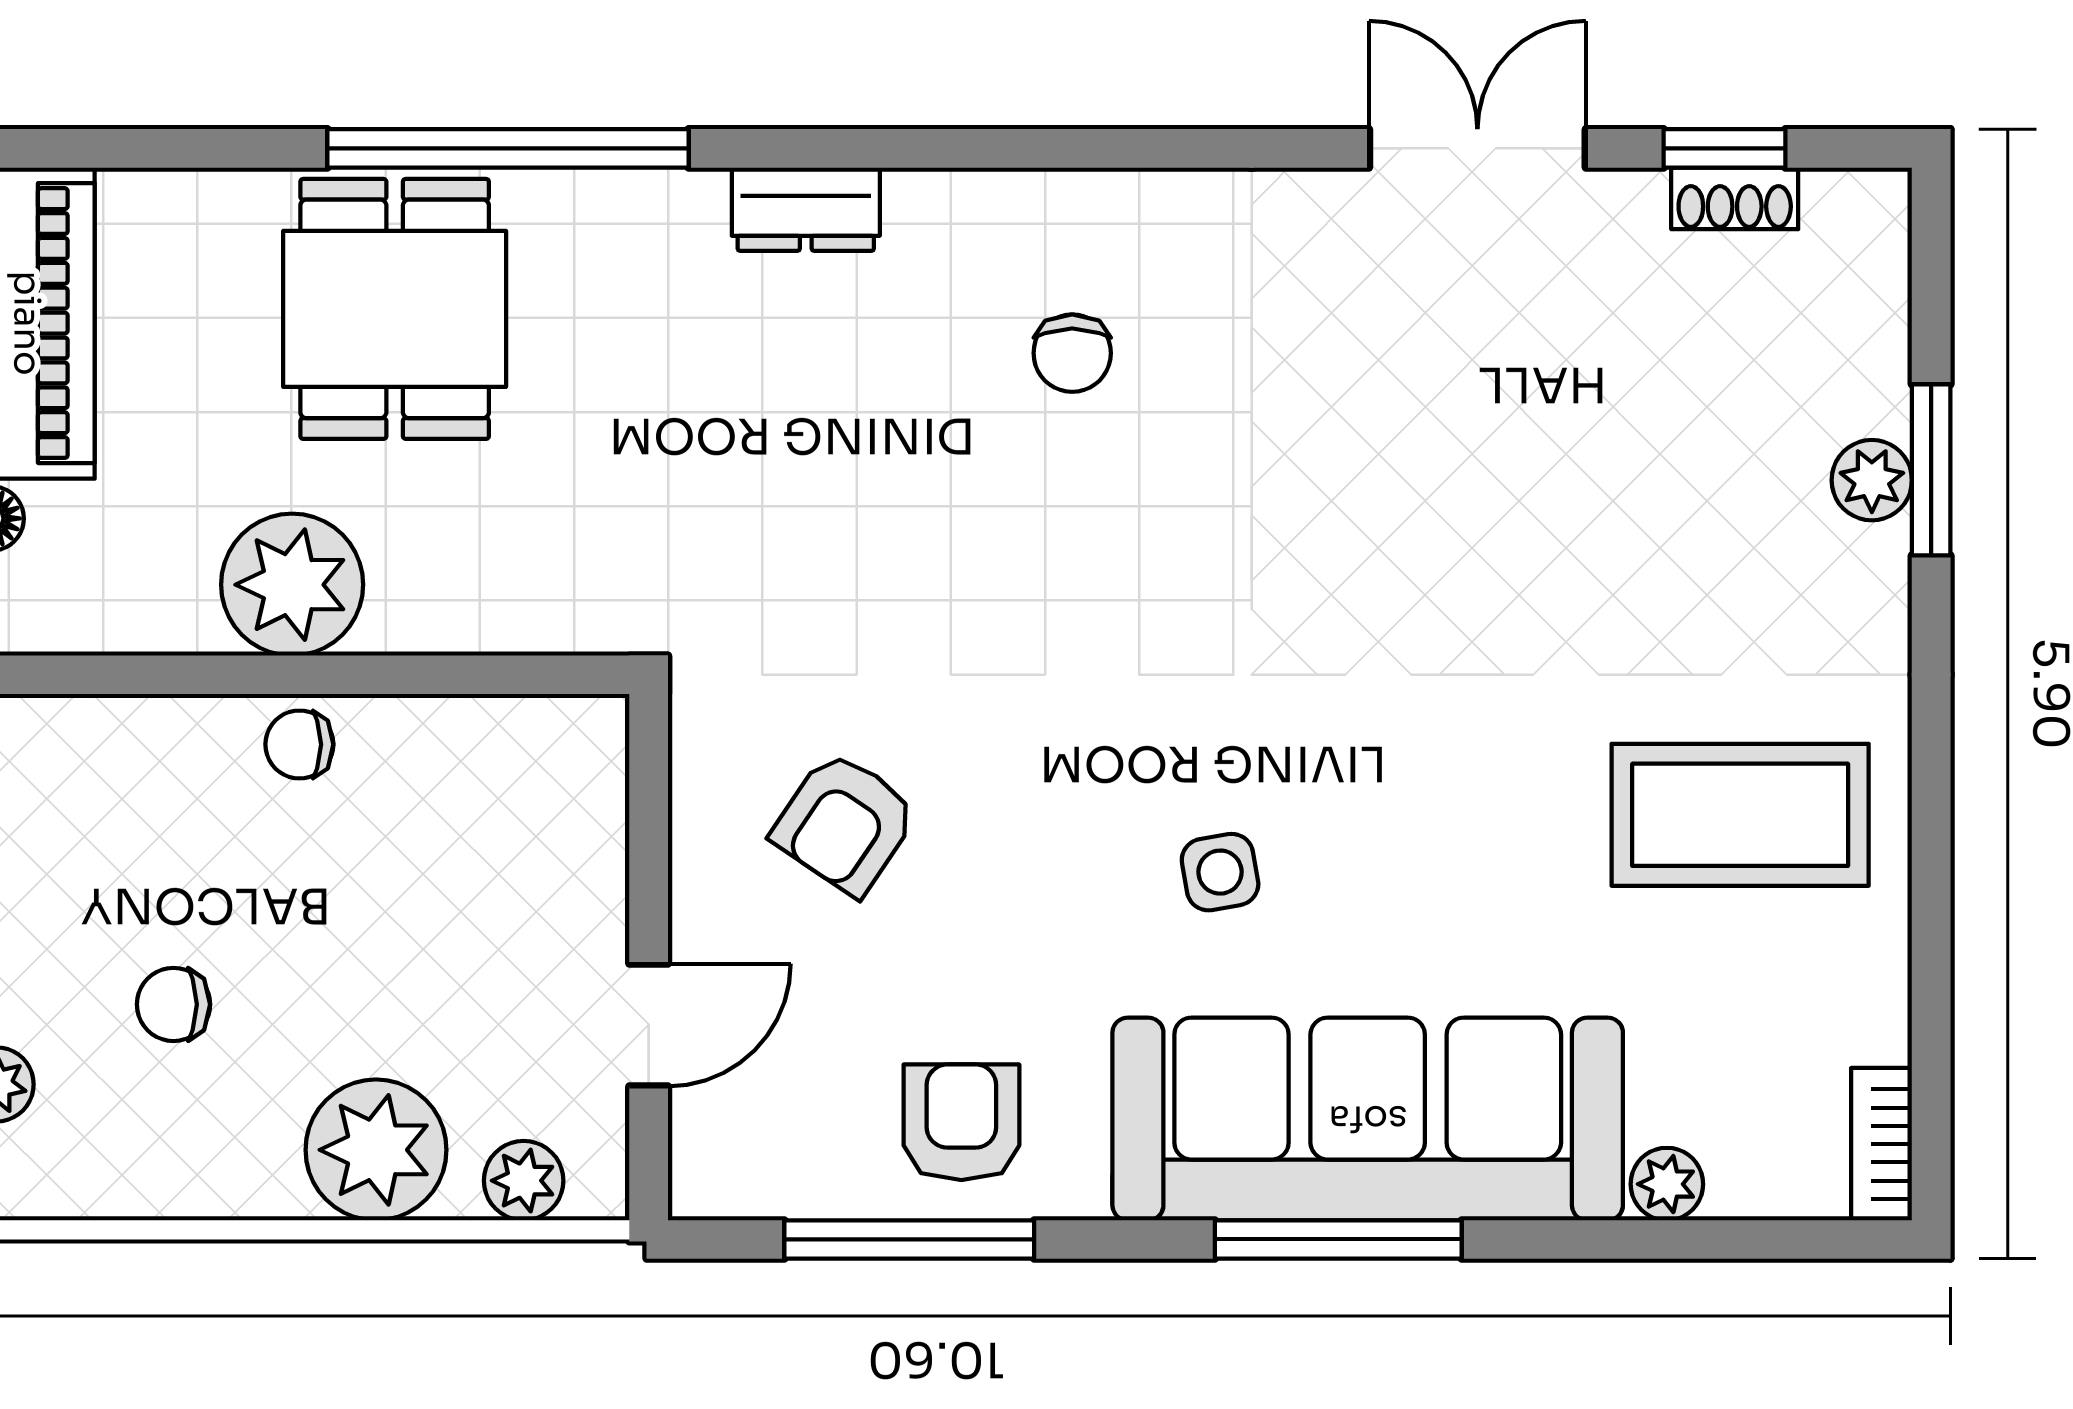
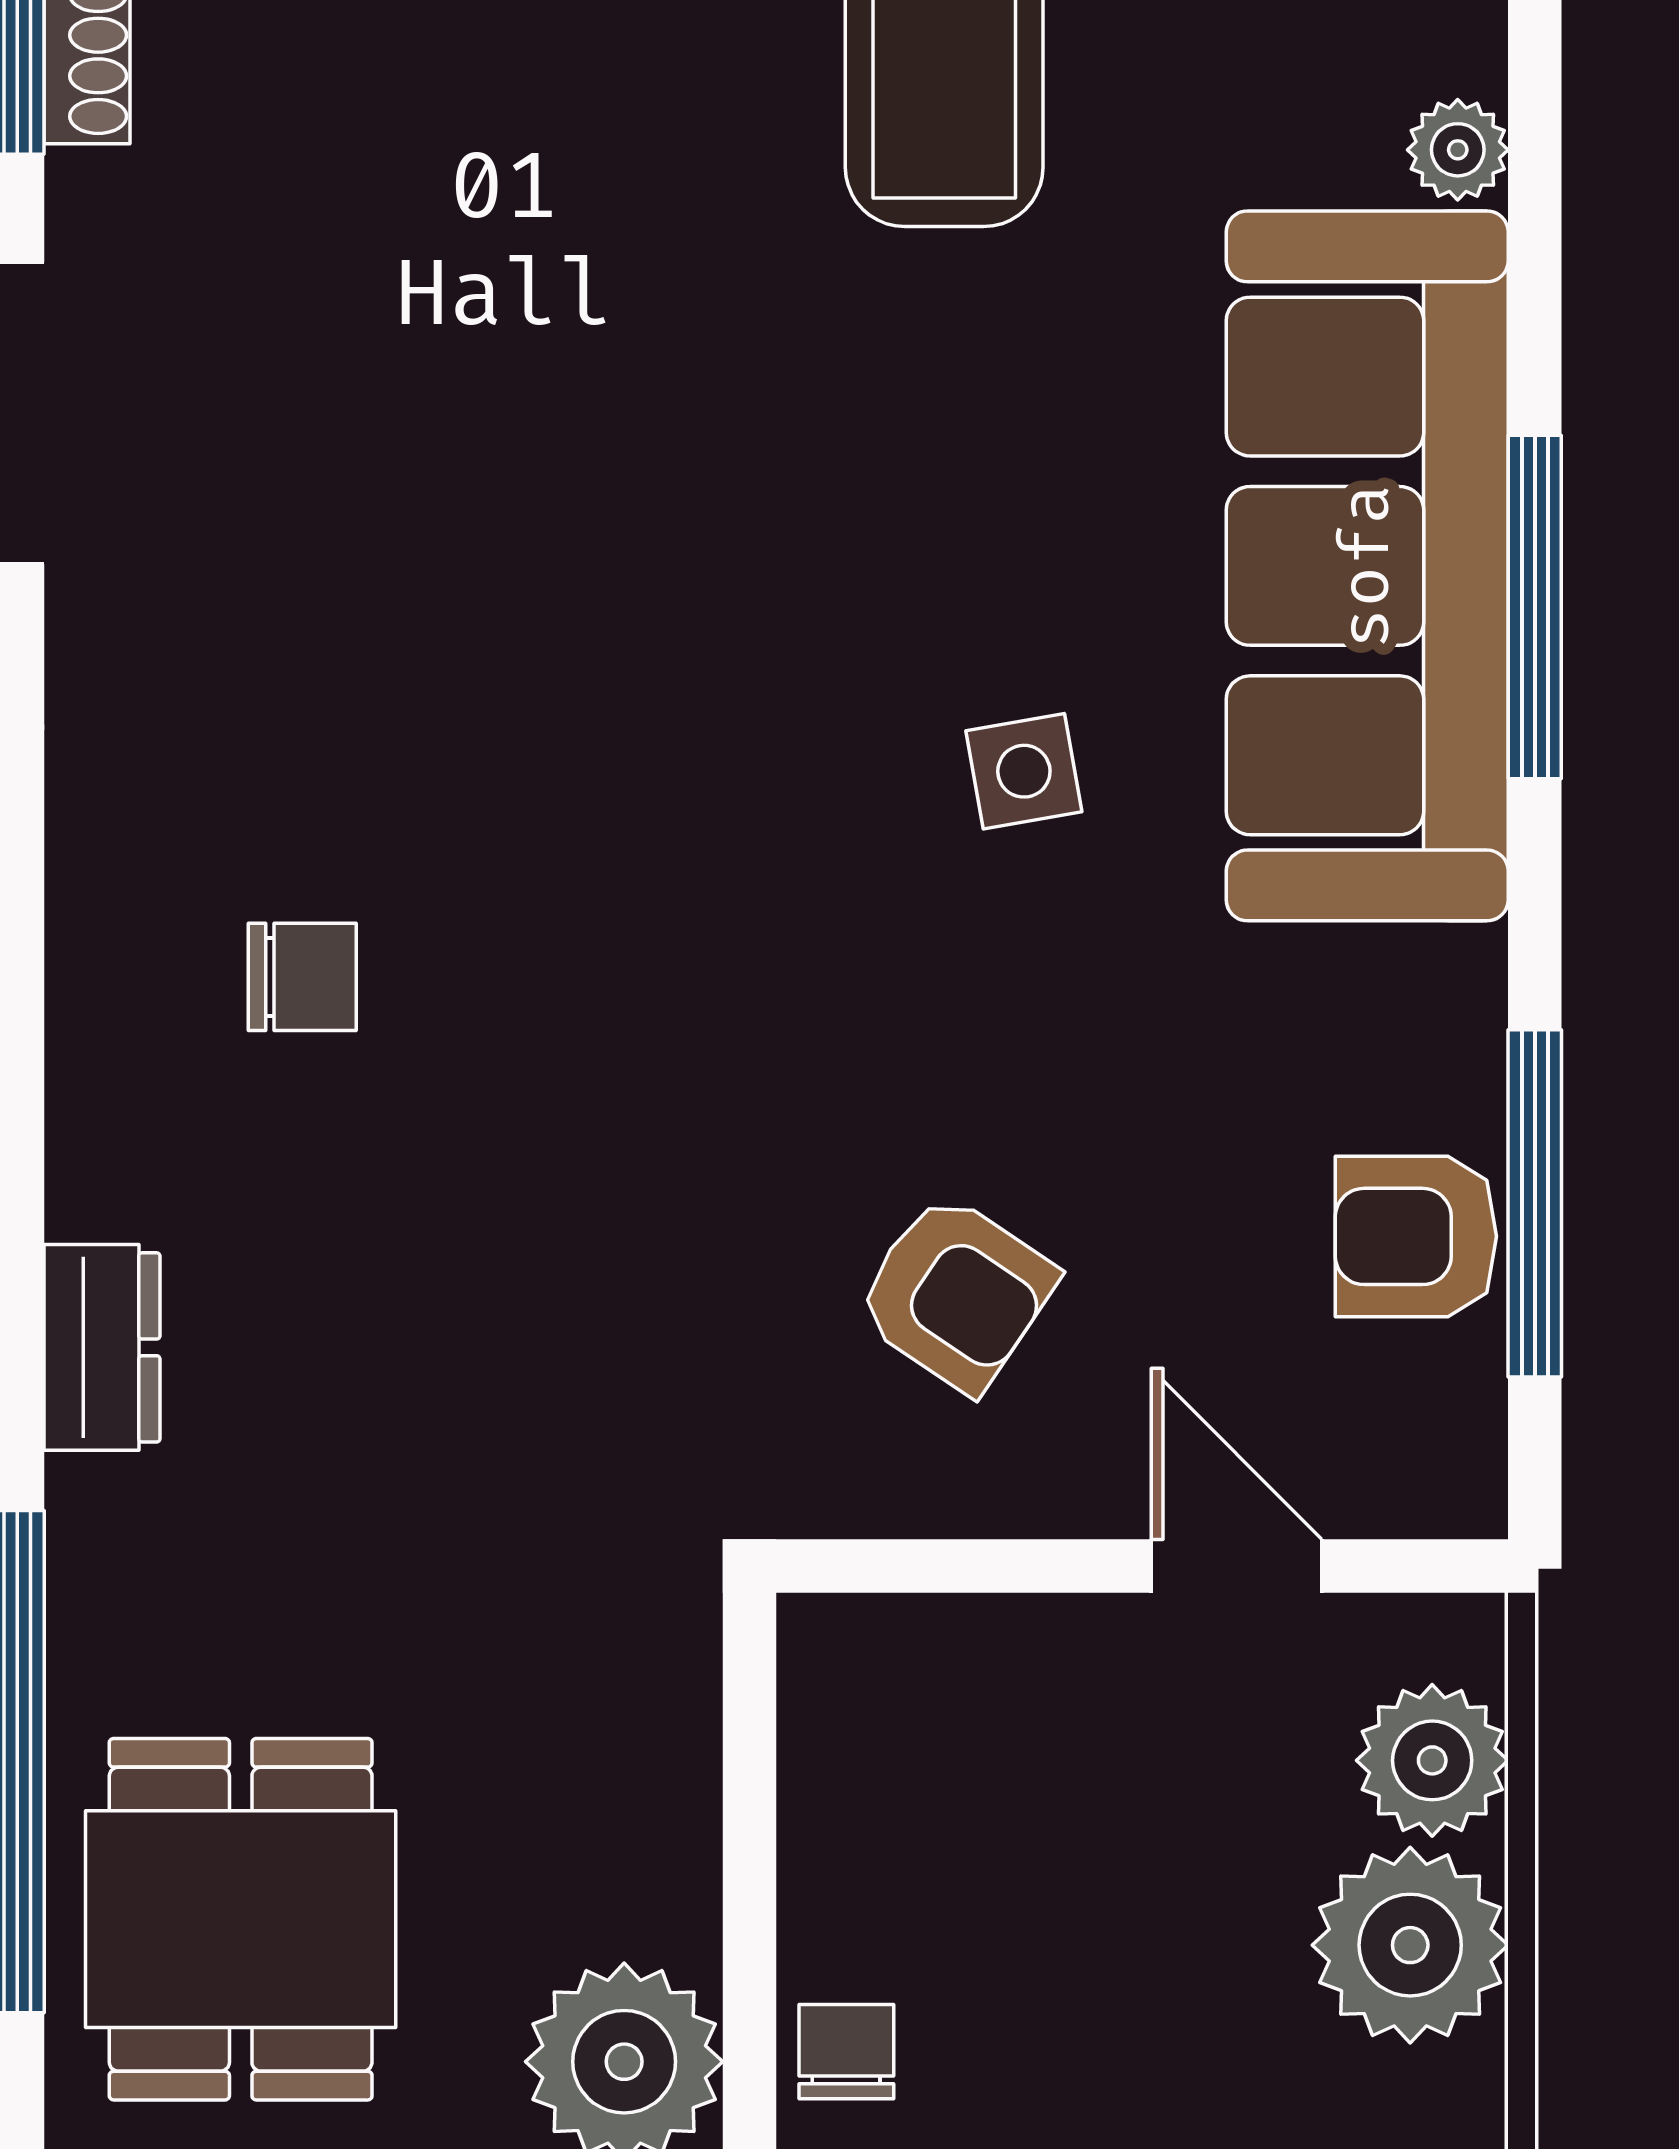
dining table: (395, 309) -> (241, 1919), turned 90
chair: (299, 744) -> (846, 2052), turned 180
armchair: (961, 1122) -> (1416, 1236), moved
plant: (524, 1181) -> (1432, 1760), width x1.38, depth x1.38

